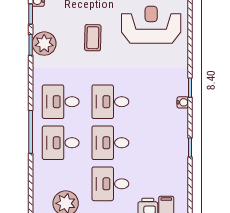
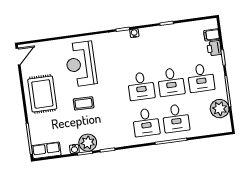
coffee table: (93, 38) -> (84, 103), moved
plant: (44, 44) -> (88, 143), moved

